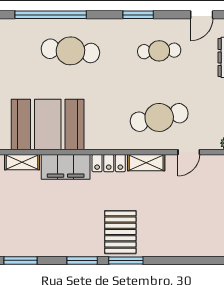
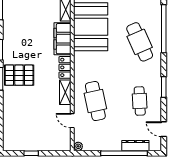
cafe table: (70, 51) -> (140, 42), turned -30

